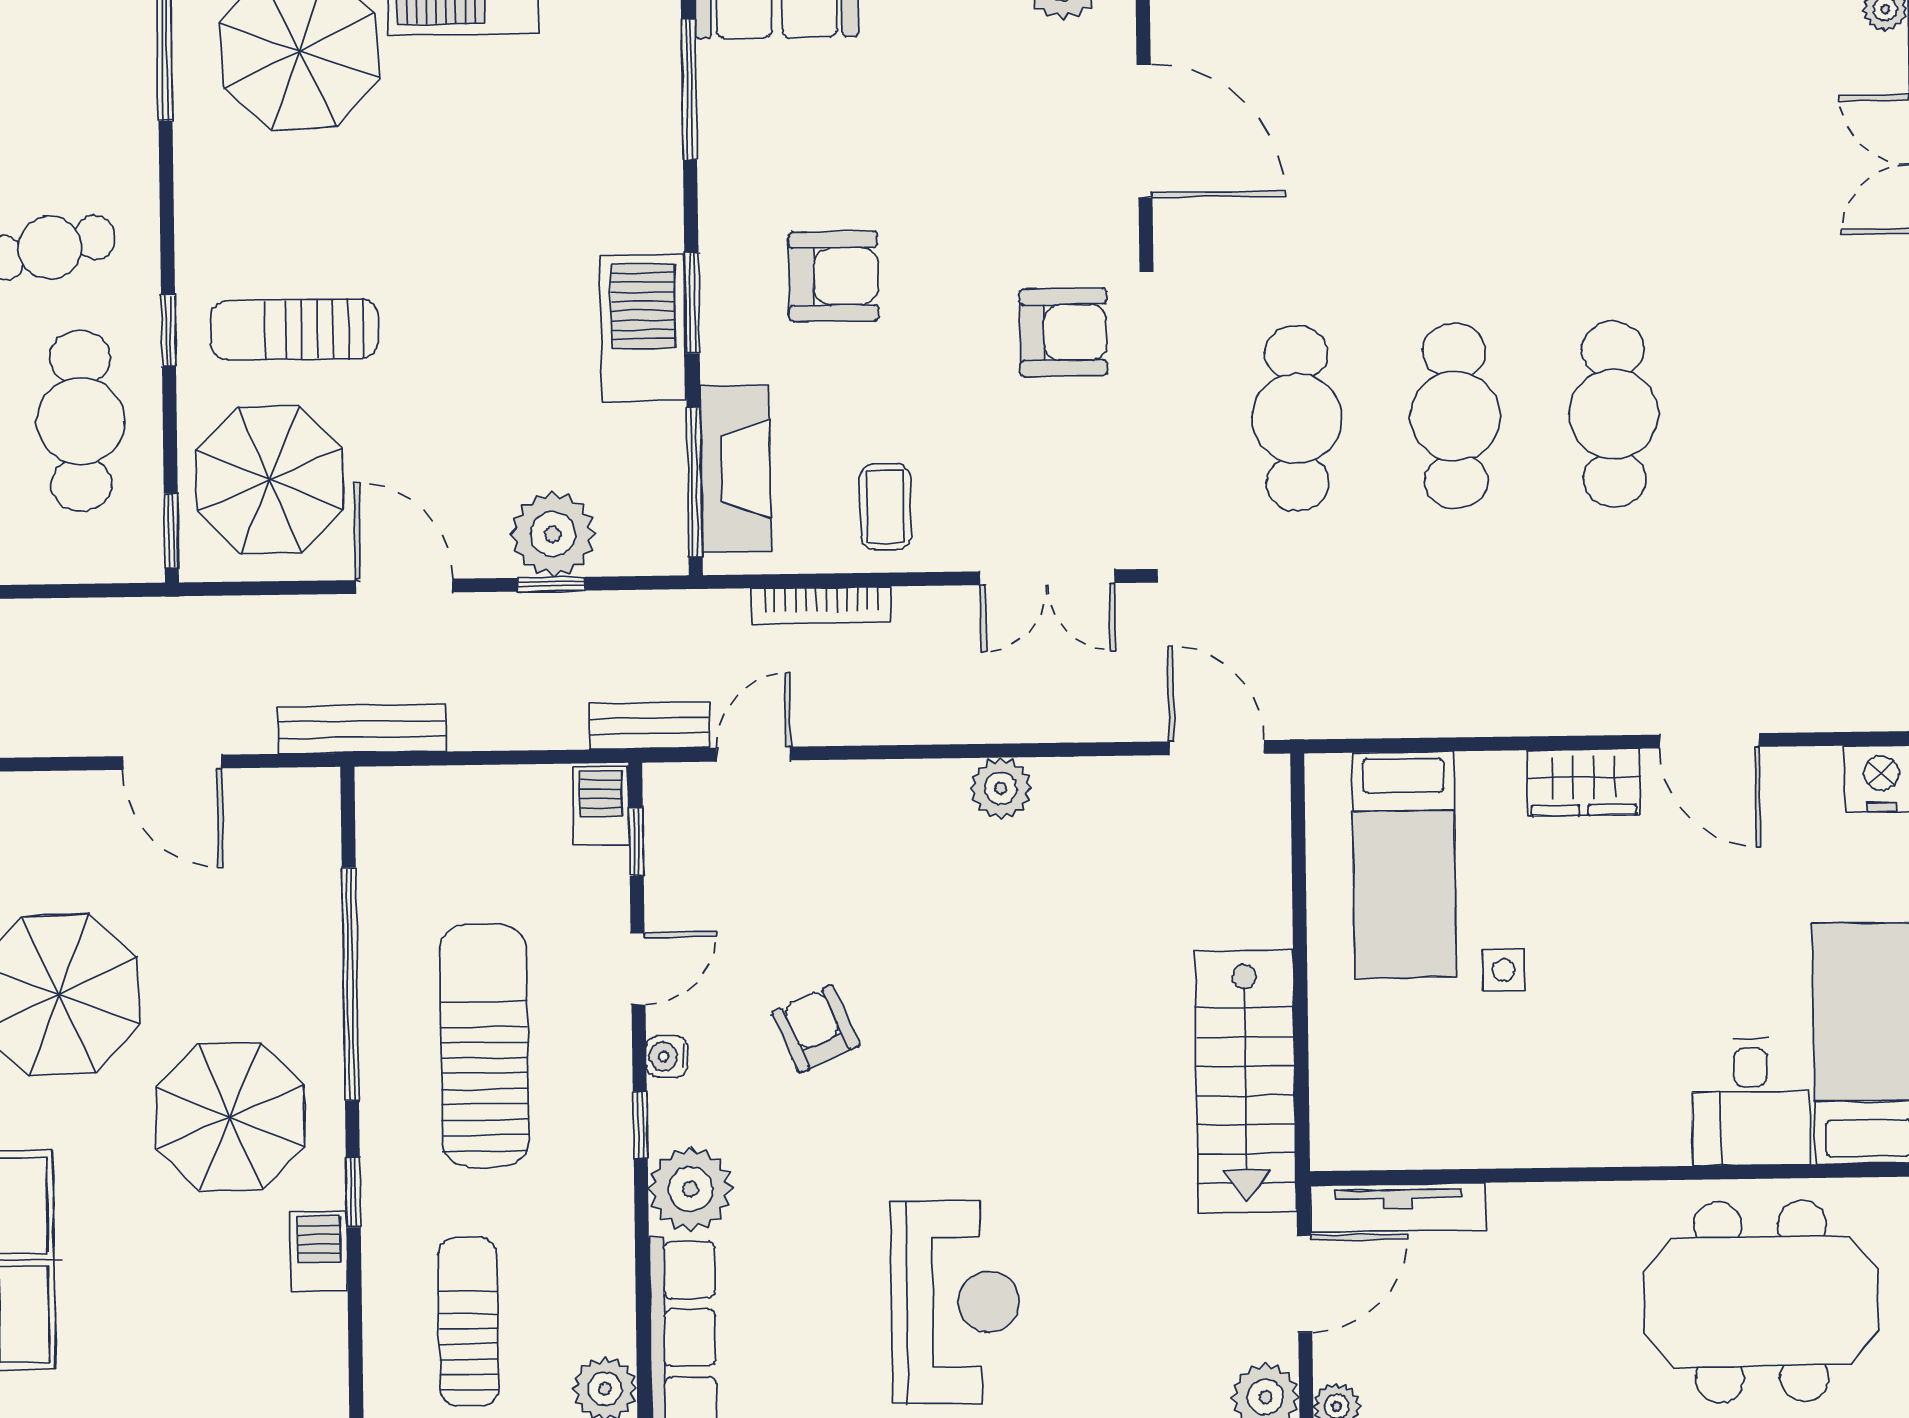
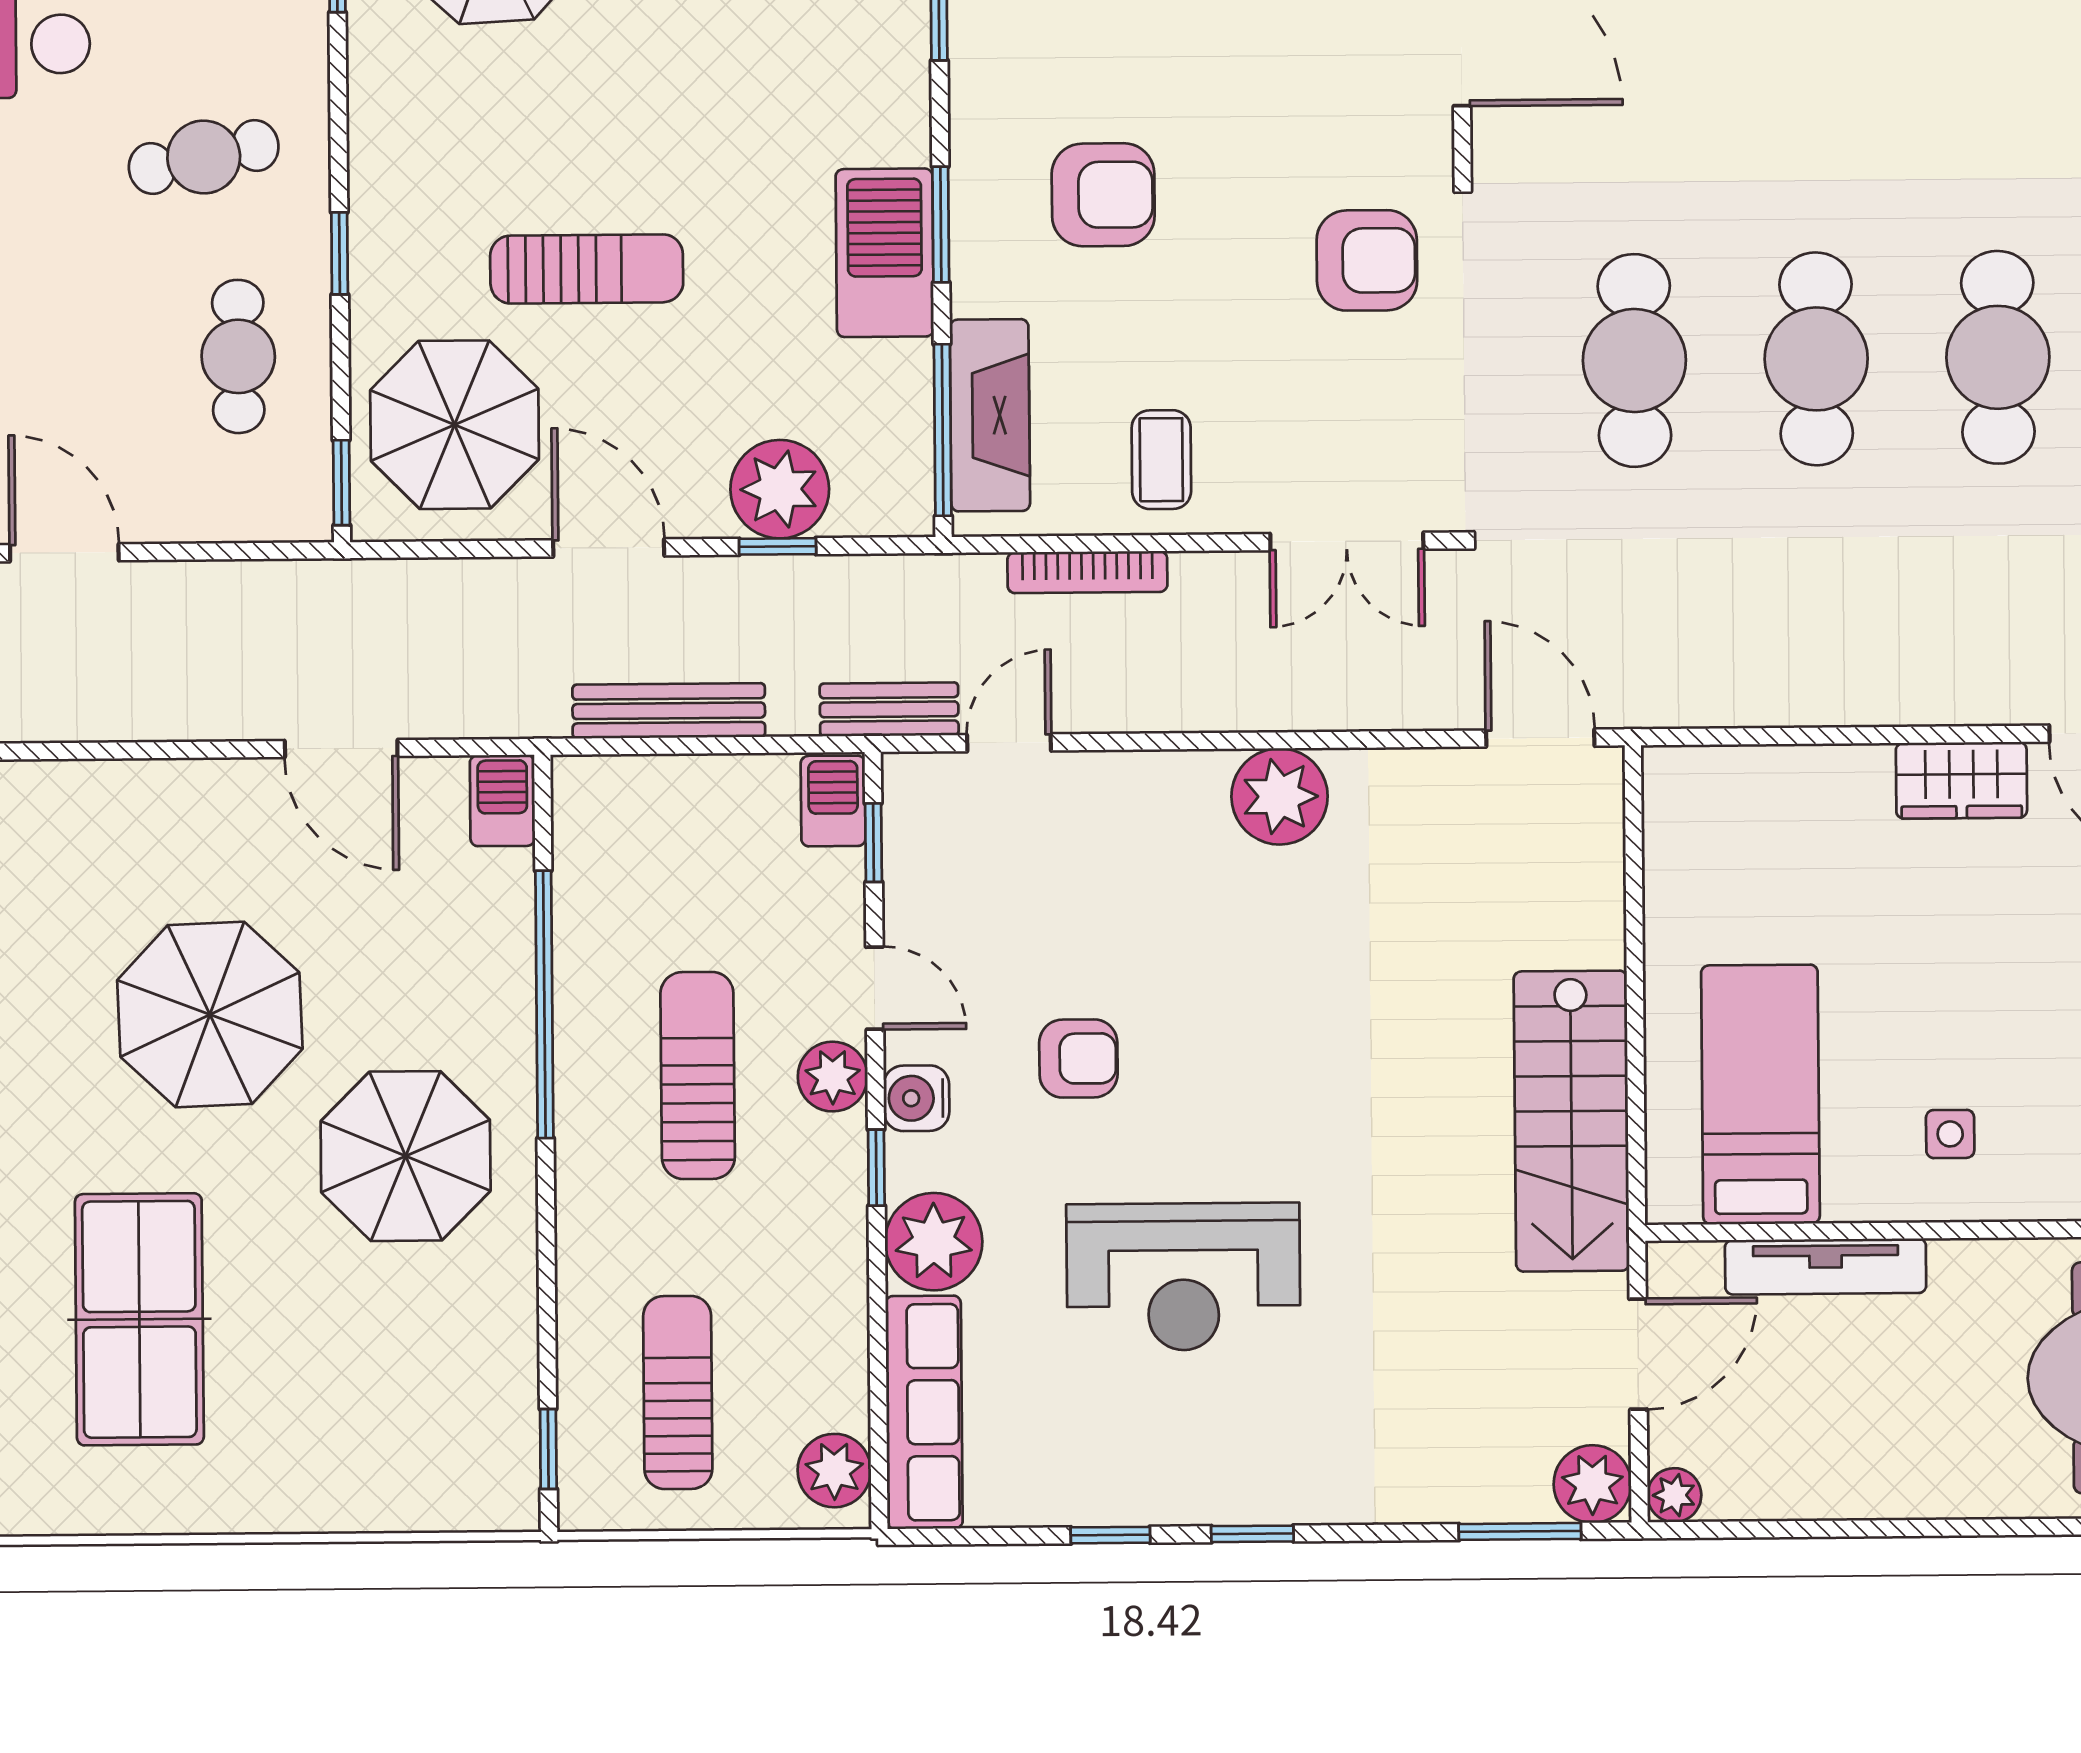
sun lounger: (295, 329) -> (587, 269), moved, turned 180
cafe table: (81, 421) -> (238, 356), width x0.73, depth x0.74
bench: (362, 729) -> (669, 711), moved
plant: (1001, 788) -> (1280, 796), width x1.36, depth x1.36
bed: (1404, 865) -> (1760, 1095), moved, turned 180
door: (638, 969) -> (875, 988), hinge flipped
side table: (1504, 970) -> (1950, 1134), moved
armchair: (816, 1029) -> (1078, 1058), turned 114
sun lounger: (484, 1045) -> (698, 1075), width x0.73, depth x0.75
plant: (602, 1046) -> (833, 1077), added
water cooler: (667, 1056) -> (916, 1098), width x1.38, depth x1.38
window: (353, 1192) -> (548, 1449), moved
tv unit: (1398, 1208) -> (1826, 1267), moved
barbecue: (319, 1251) -> (502, 801), moved
reception desk: (956, 1302) -> (1183, 1277), moved, turned 90

